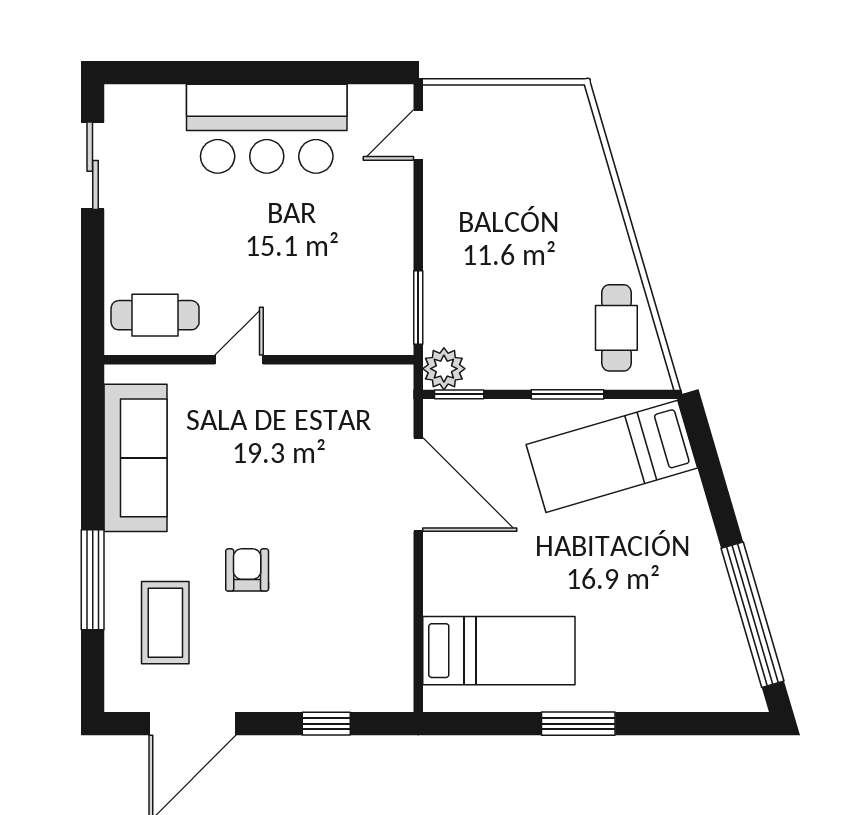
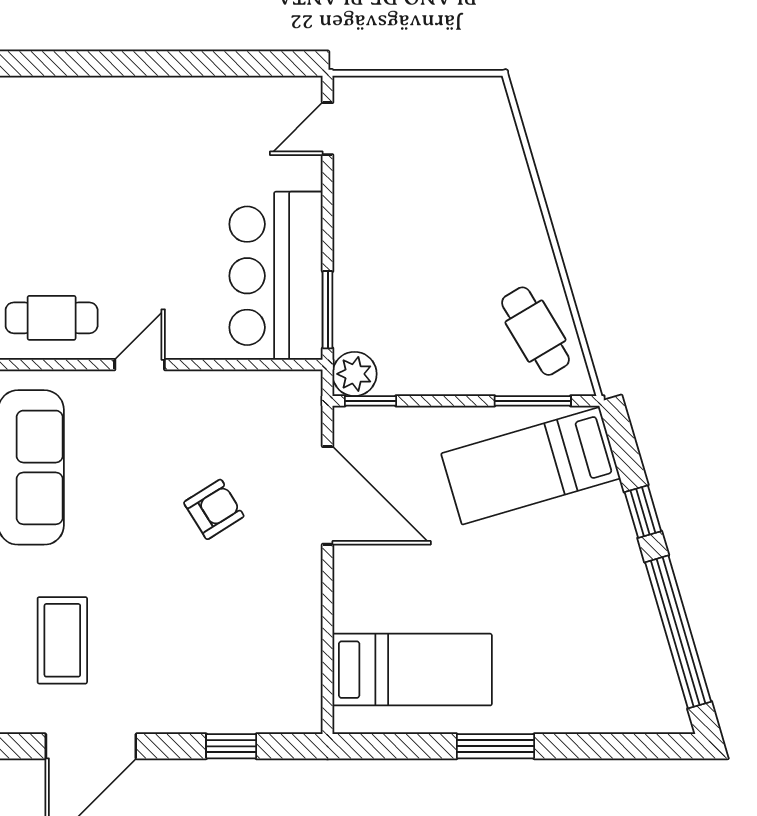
bar counter: (267, 129) -> (276, 276), moved, turned 90
cafe table: (616, 328) -> (535, 331), turned -31
window: (568, 394) -> (533, 401), moved
window: (719, 500) -> (643, 512), added
armchair: (247, 570) -> (214, 509), moved, turned 58

